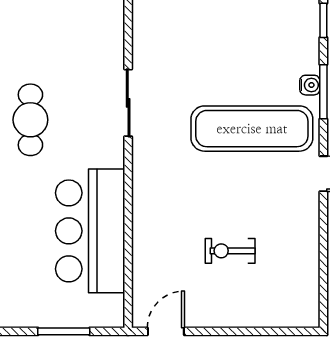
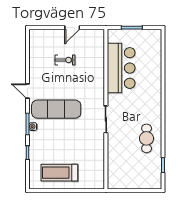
cafe table: (30, 120) -> (147, 138), moved
door: (166, 331) -> (72, 28), moved

